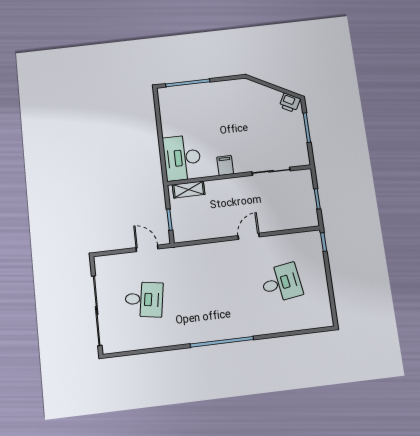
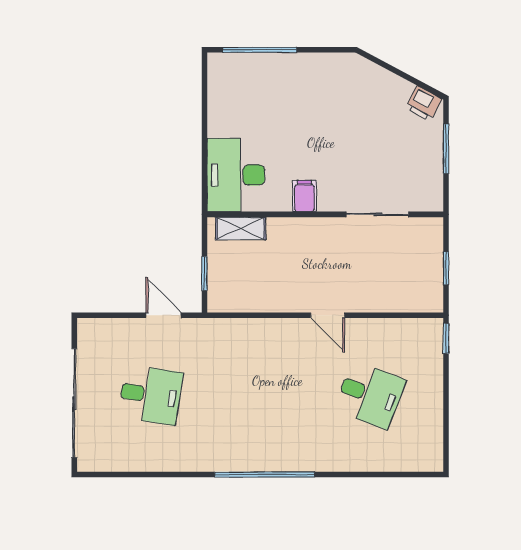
door: (249, 236) -> (328, 315), swing flipped
desk: (281, 283) -> (370, 395), turned 30

